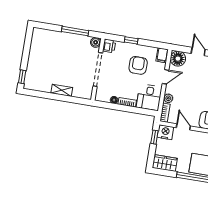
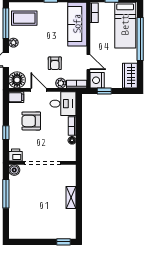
armchair: (187, 96) -> (55, 63), added
door: (183, 127) -> (88, 62), swing flipped

